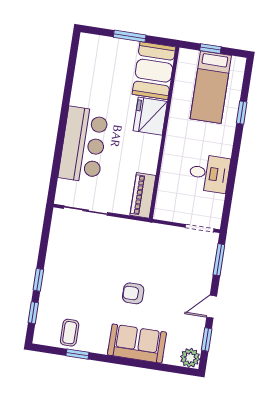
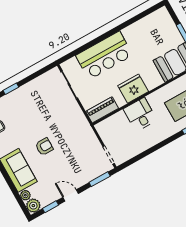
fridge: (150, 116) -> (133, 89), moved
desk: (209, 173) -> (140, 115), moved, turned 180
armchair: (133, 293) -> (44, 147), turned 90
plant: (171, 358) -> (25, 195), added

